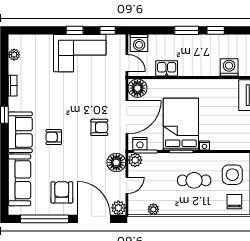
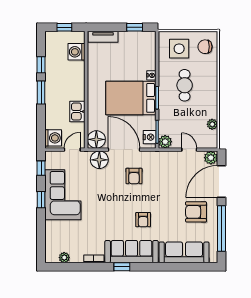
armchair: (99, 127) -> (134, 176), turned 180
sofa: (20, 132) -> (132, 252), width x1.36
floor lamp: (116, 163) -> (99, 160), moved

